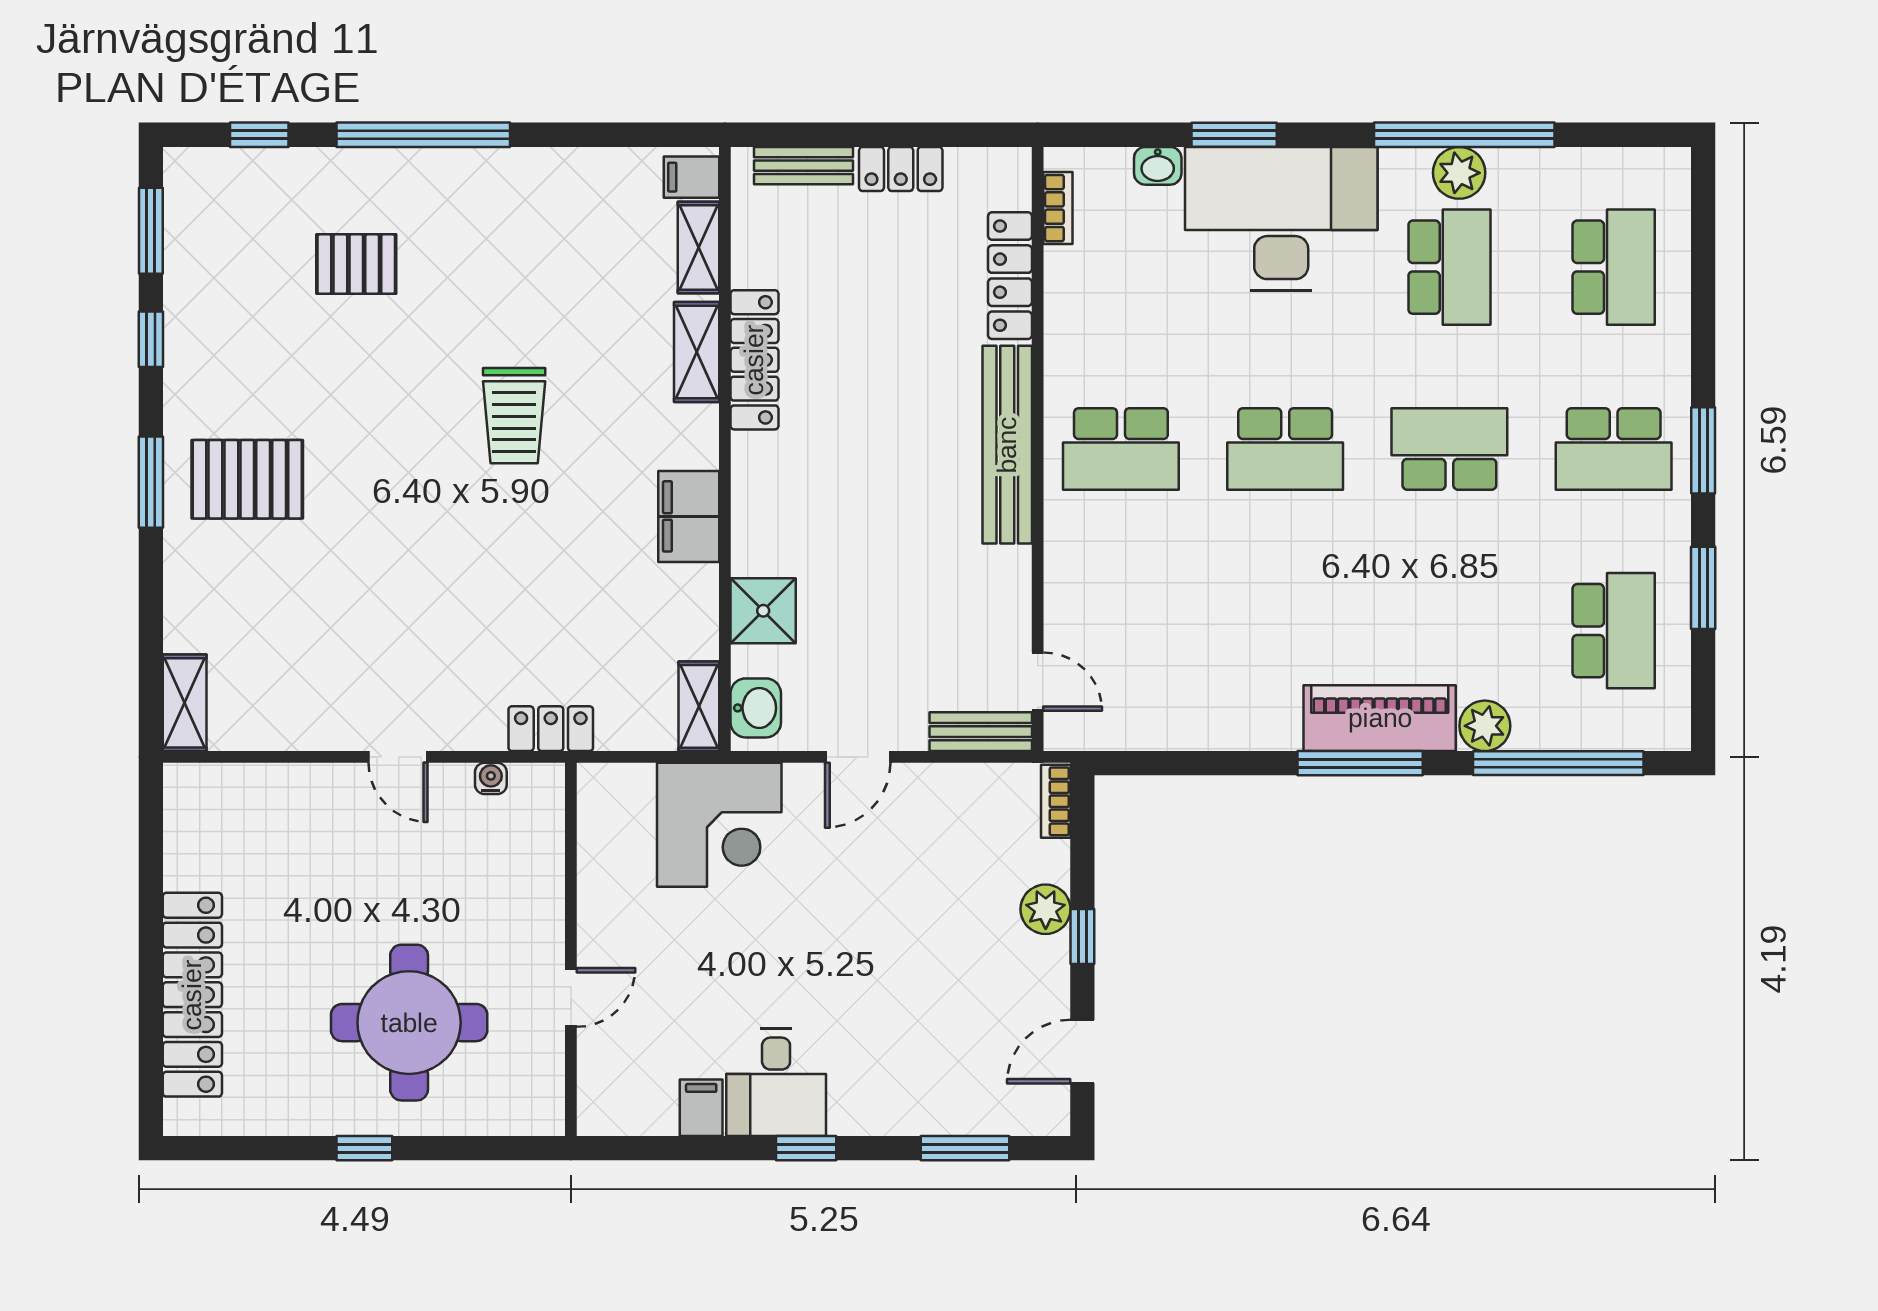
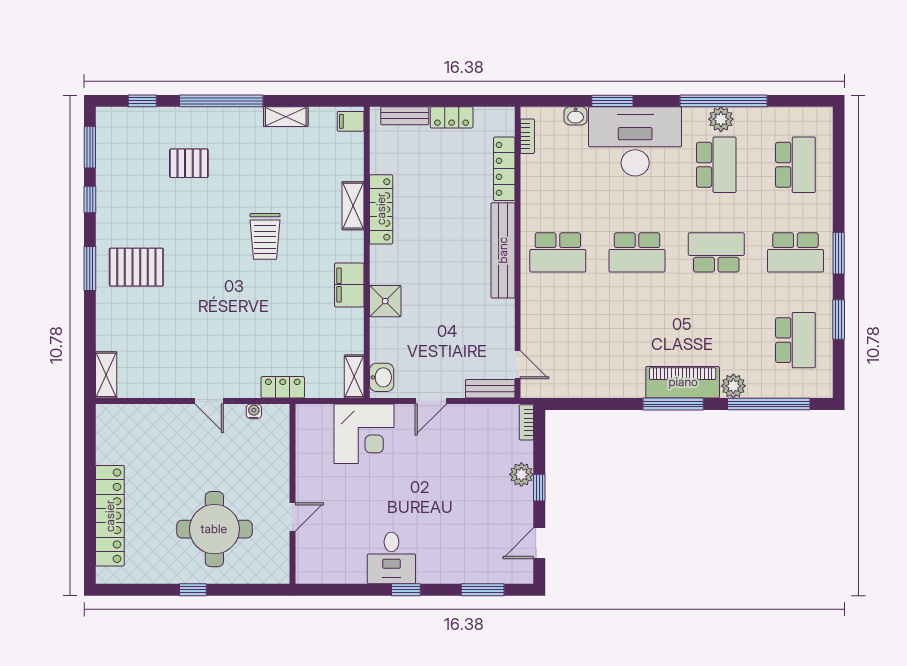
shelving: (698, 247) -> (286, 117), moved, turned 90
shower: (763, 611) -> (385, 301), moved
filing cabinet: (701, 1108) -> (355, 570), removed

